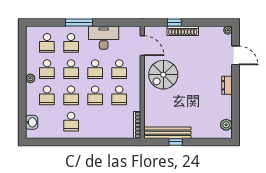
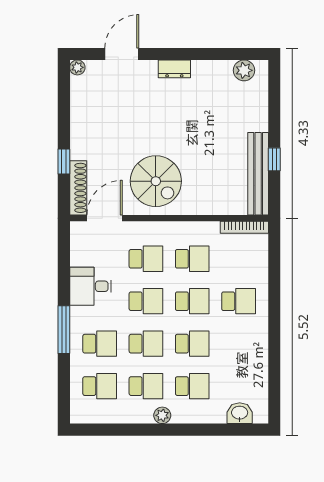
shoe rack: (183, 31) -> (78, 188), moved
desk: (104, 38) -> (91, 286), width x0.73
school desk: (71, 122) -> (239, 301), moved

